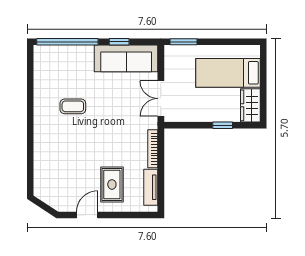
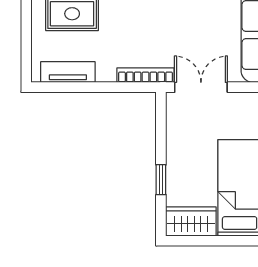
bookcase: (153, 149) -> (146, 75), moved

